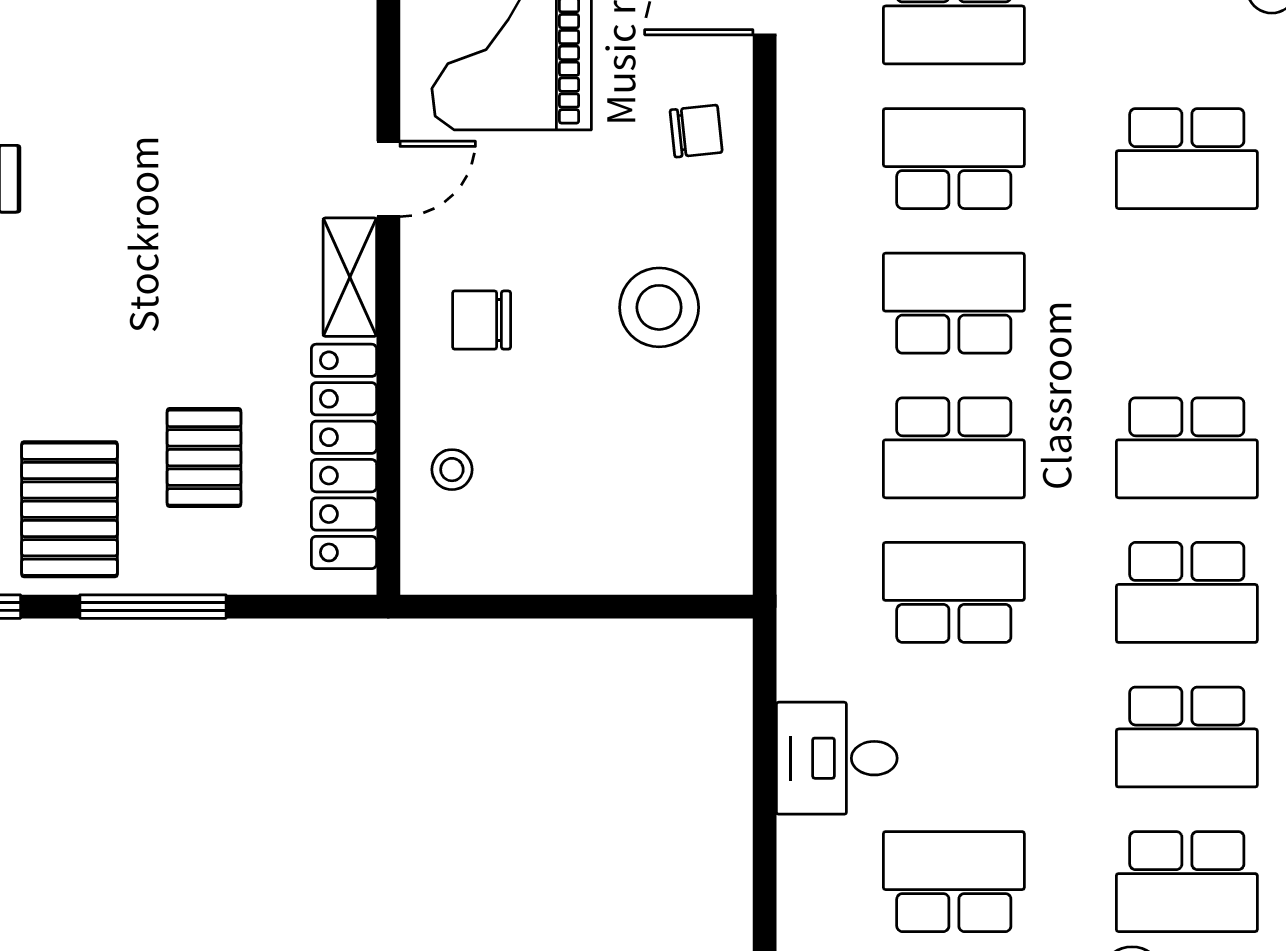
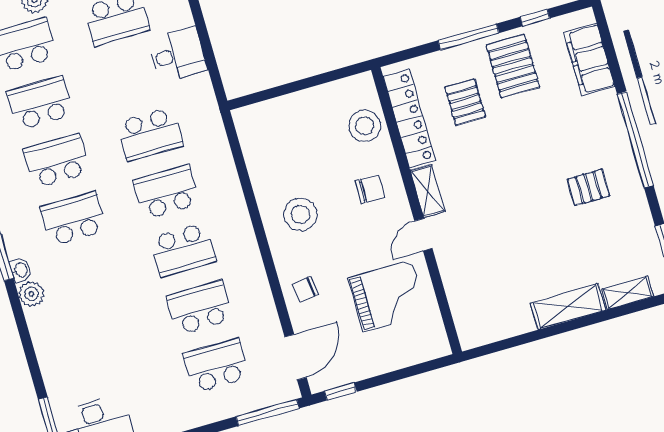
school desk: (954, 159) -> (200, 308), turned 180
school desk: (1187, 159) -> (106, 334), removed
stool: (452, 470) -> (365, 126), width x1.89, depth x1.89

